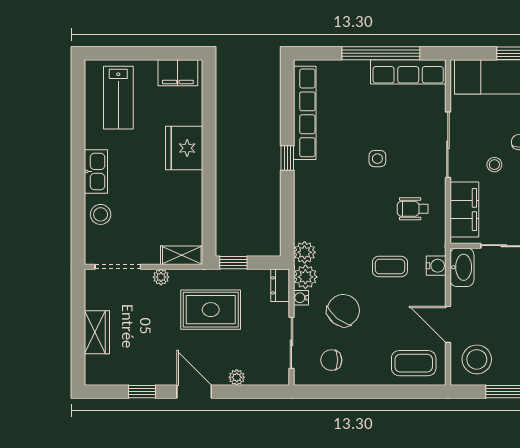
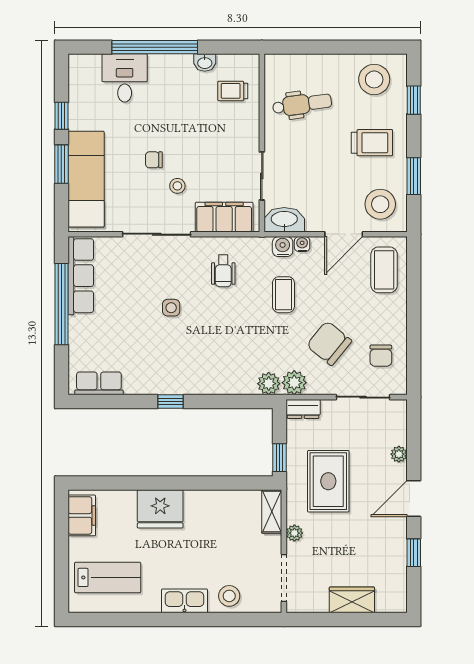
row of seats: (305, 113) -> (99, 383), width x0.50
water cooler: (301, 298) -> (302, 244), moved, turned 180

